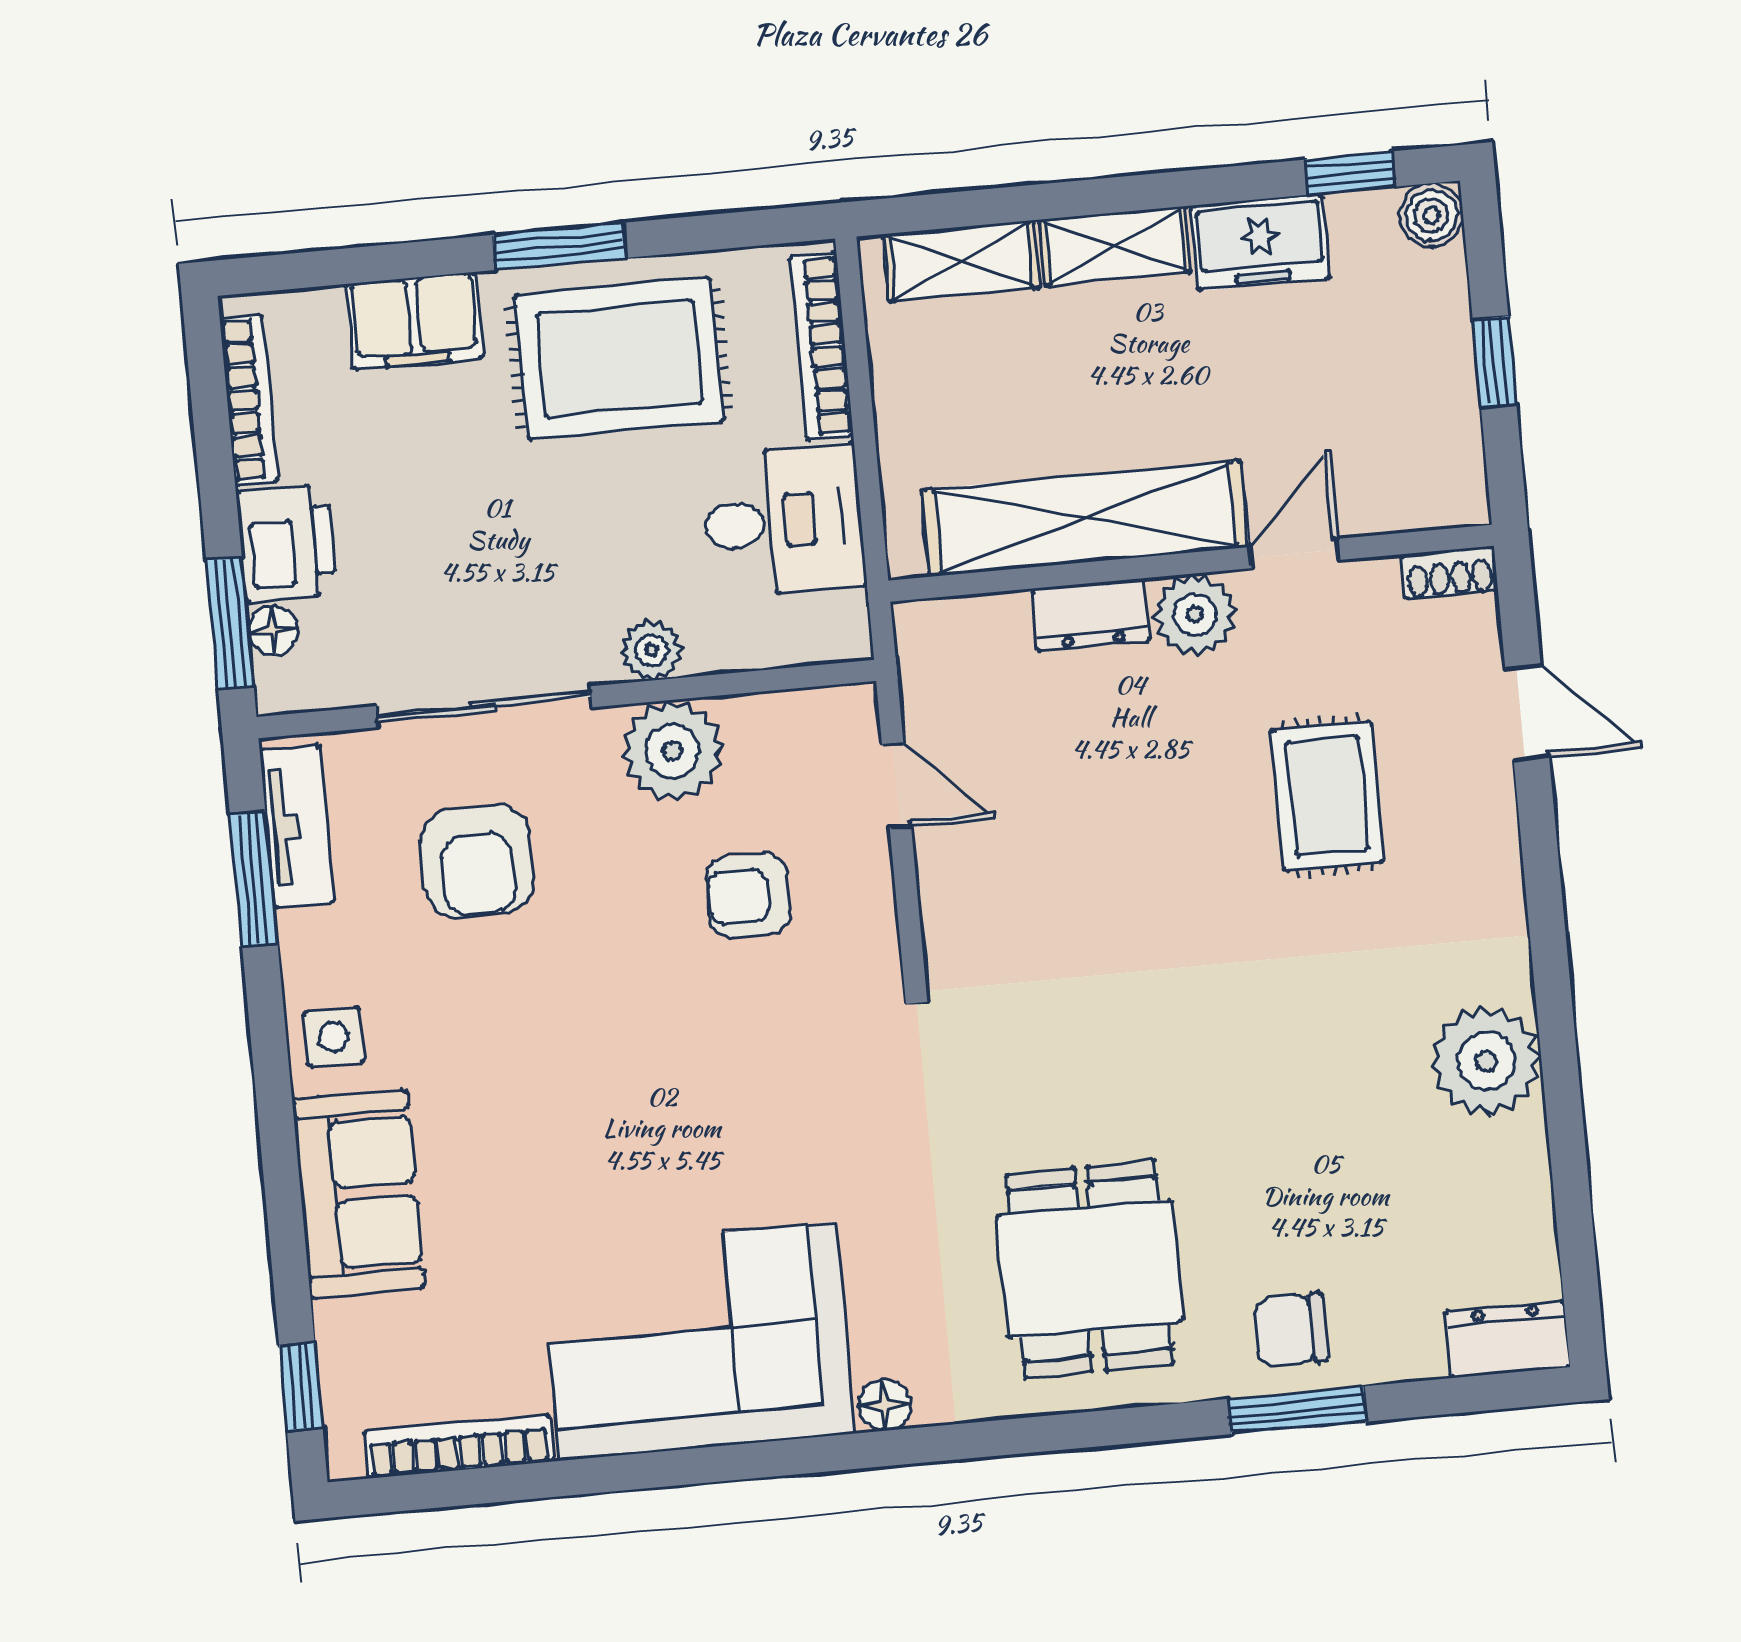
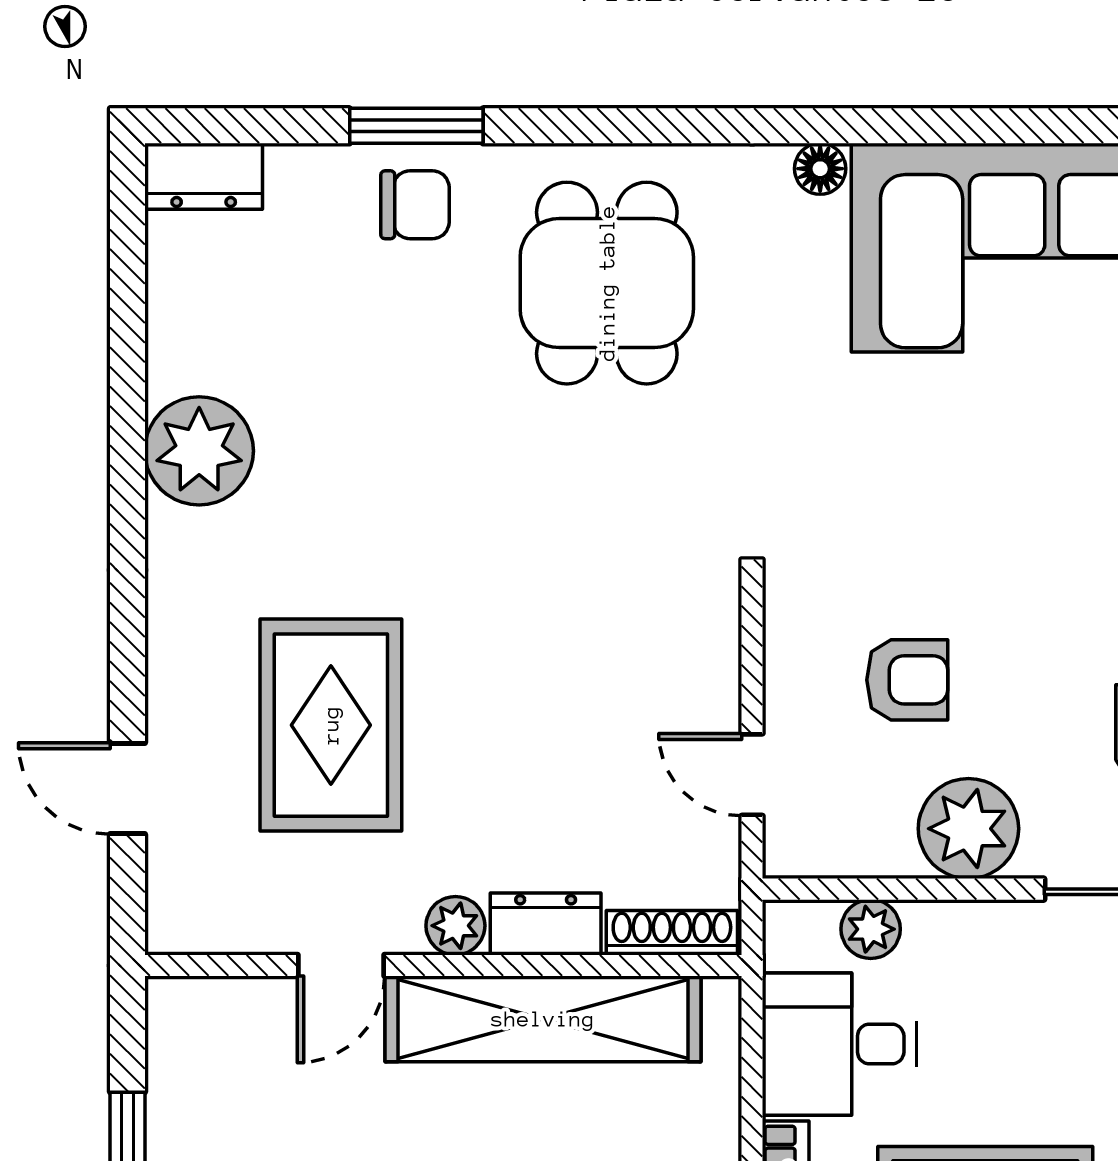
shoe rack: (1450, 573) -> (672, 933), moved, width x1.43
plant: (1195, 615) -> (455, 926), width x0.73, depth x0.73
plant: (652, 650) -> (871, 929), moved
rug: (1327, 796) -> (331, 725), width x1.36, depth x1.43

